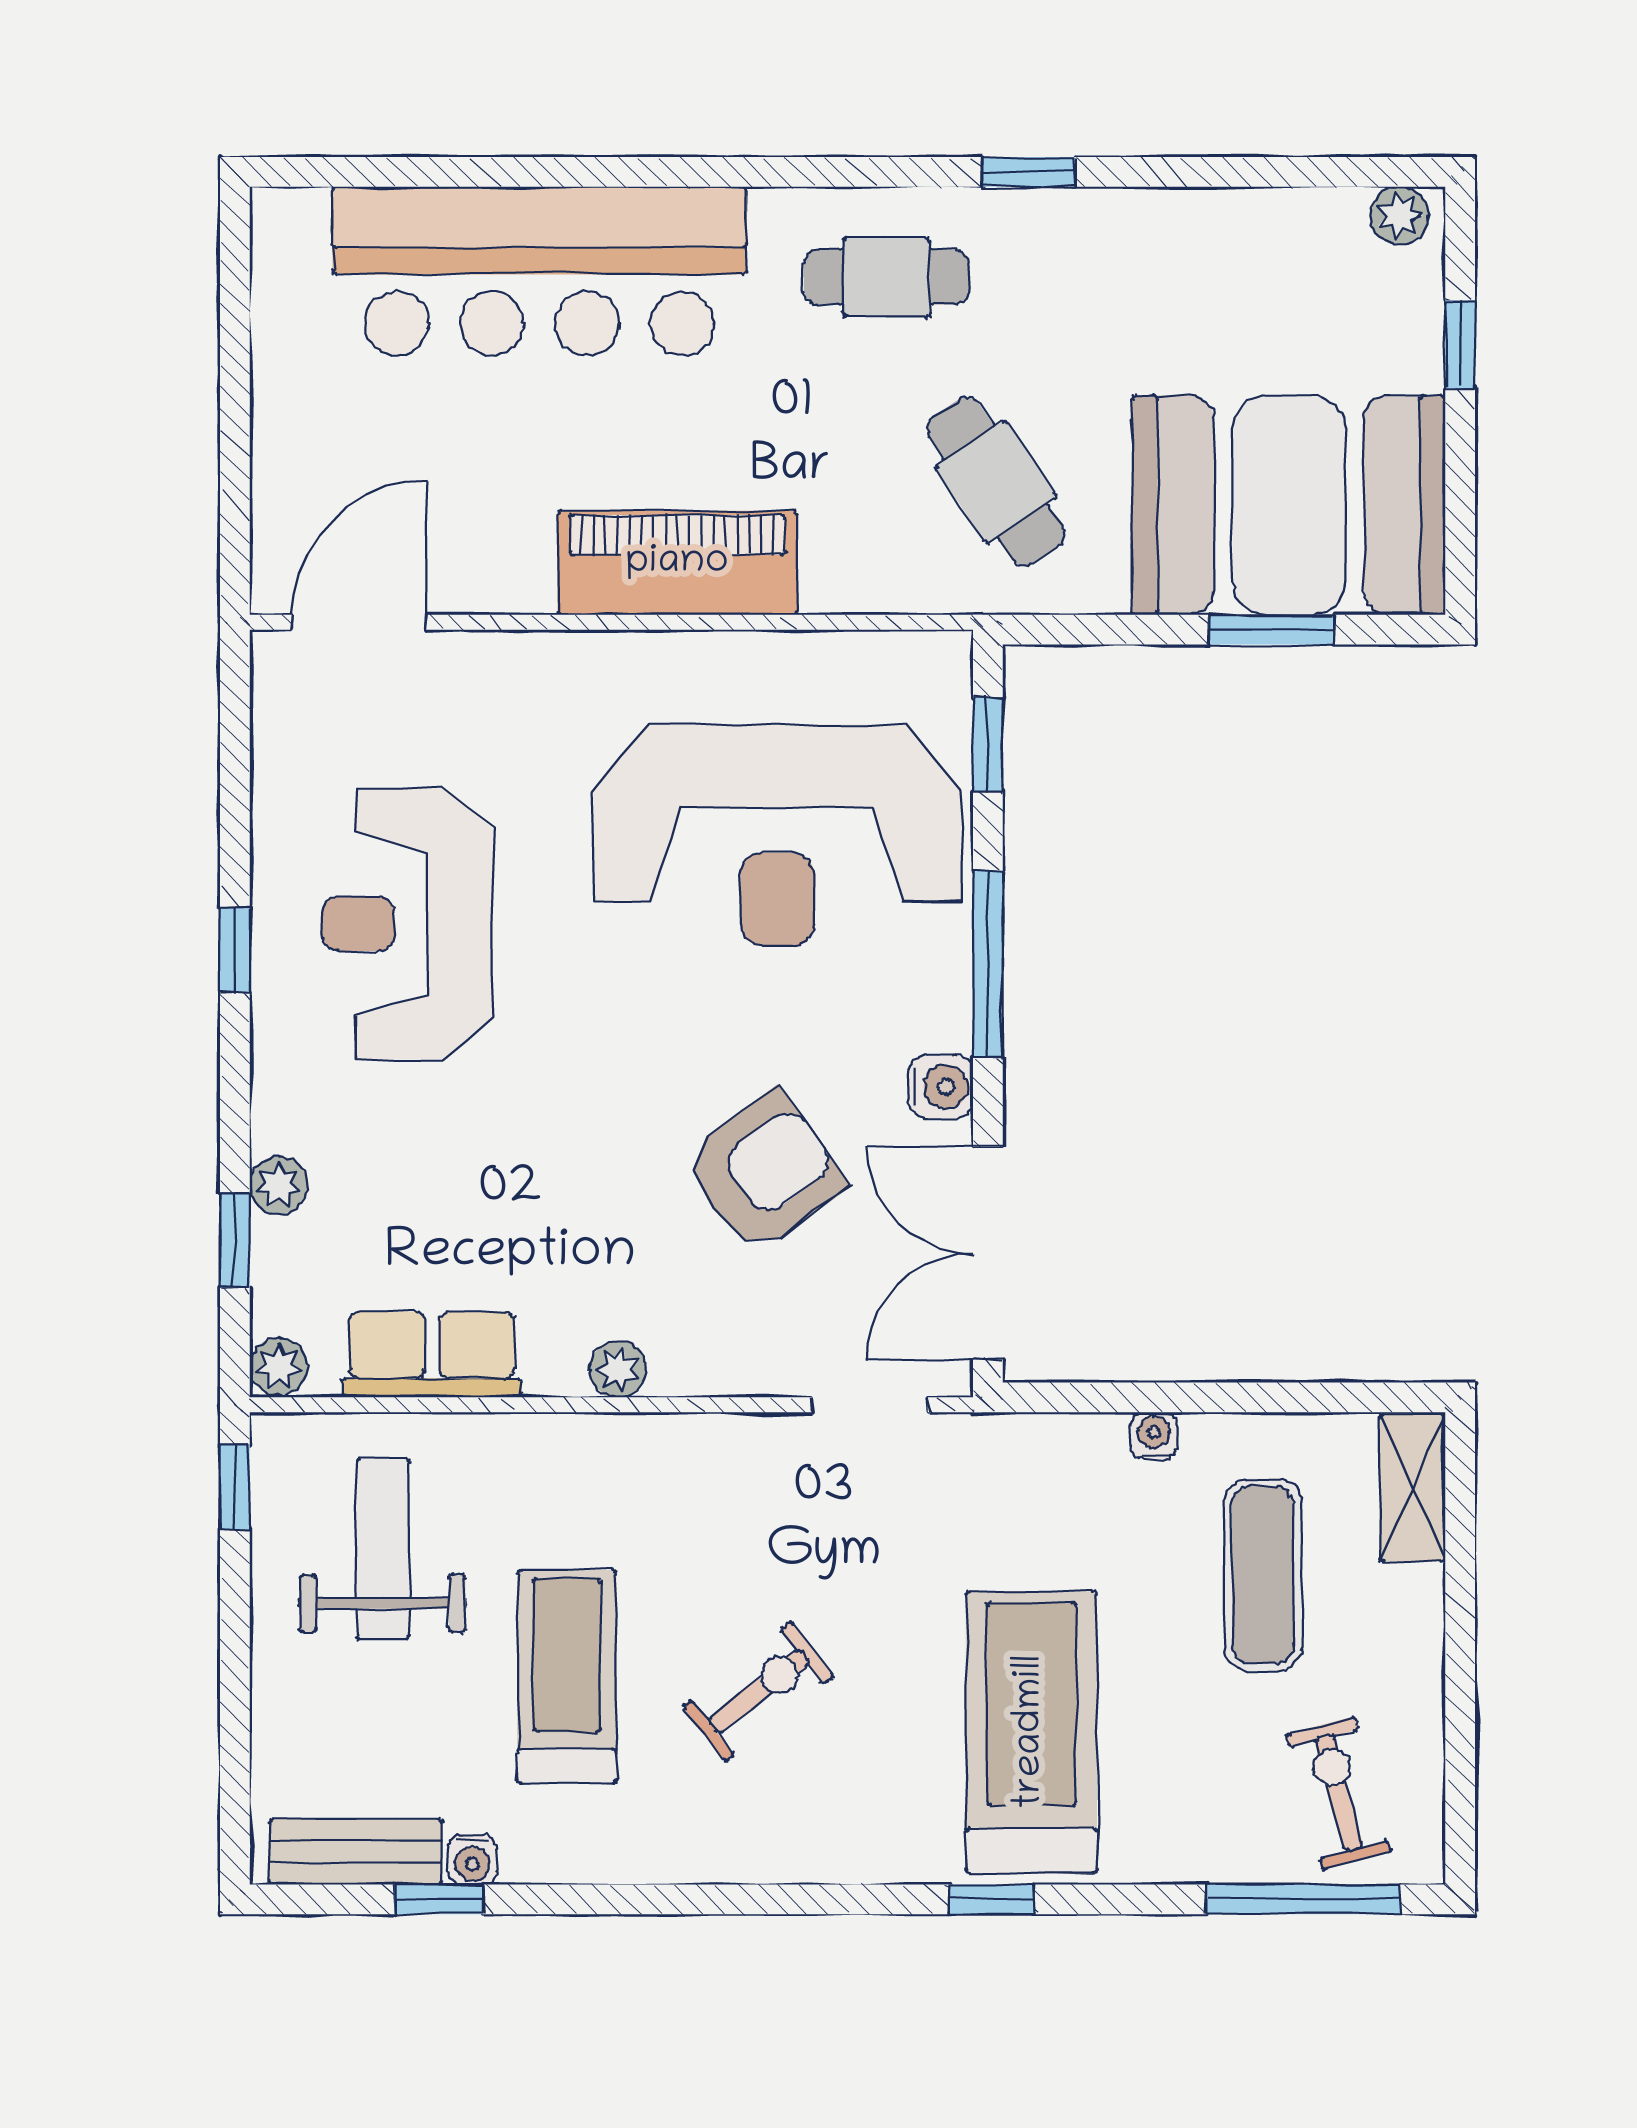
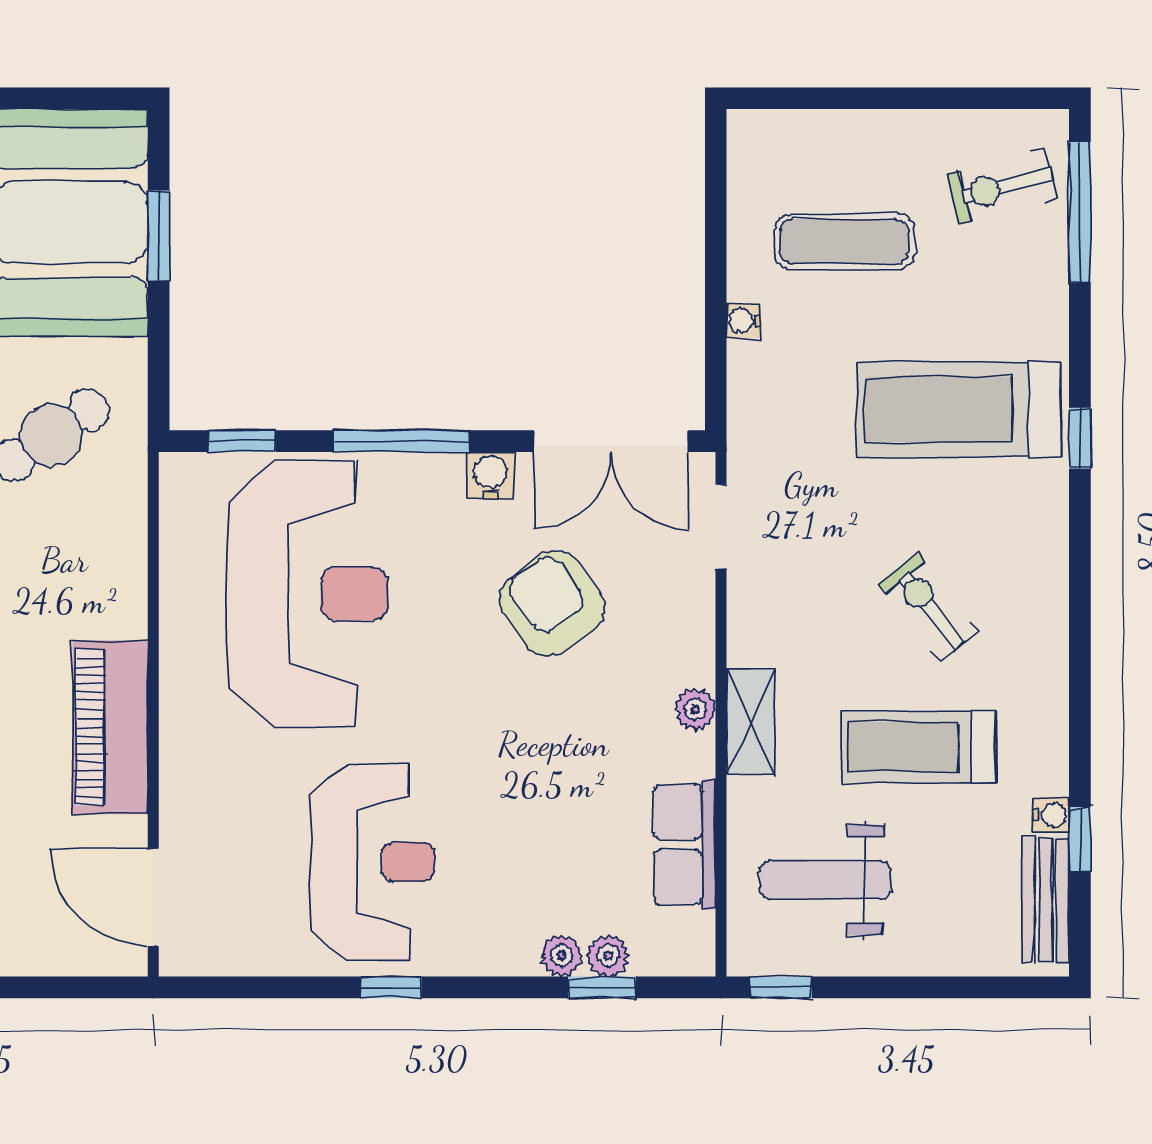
piano: (677, 563) -> (110, 727), moved
reception desk: (407, 924) -> (372, 862), turned -90
plant: (279, 1367) -> (608, 956), moved
shelving: (1412, 1488) -> (750, 722), moved, turned 90

